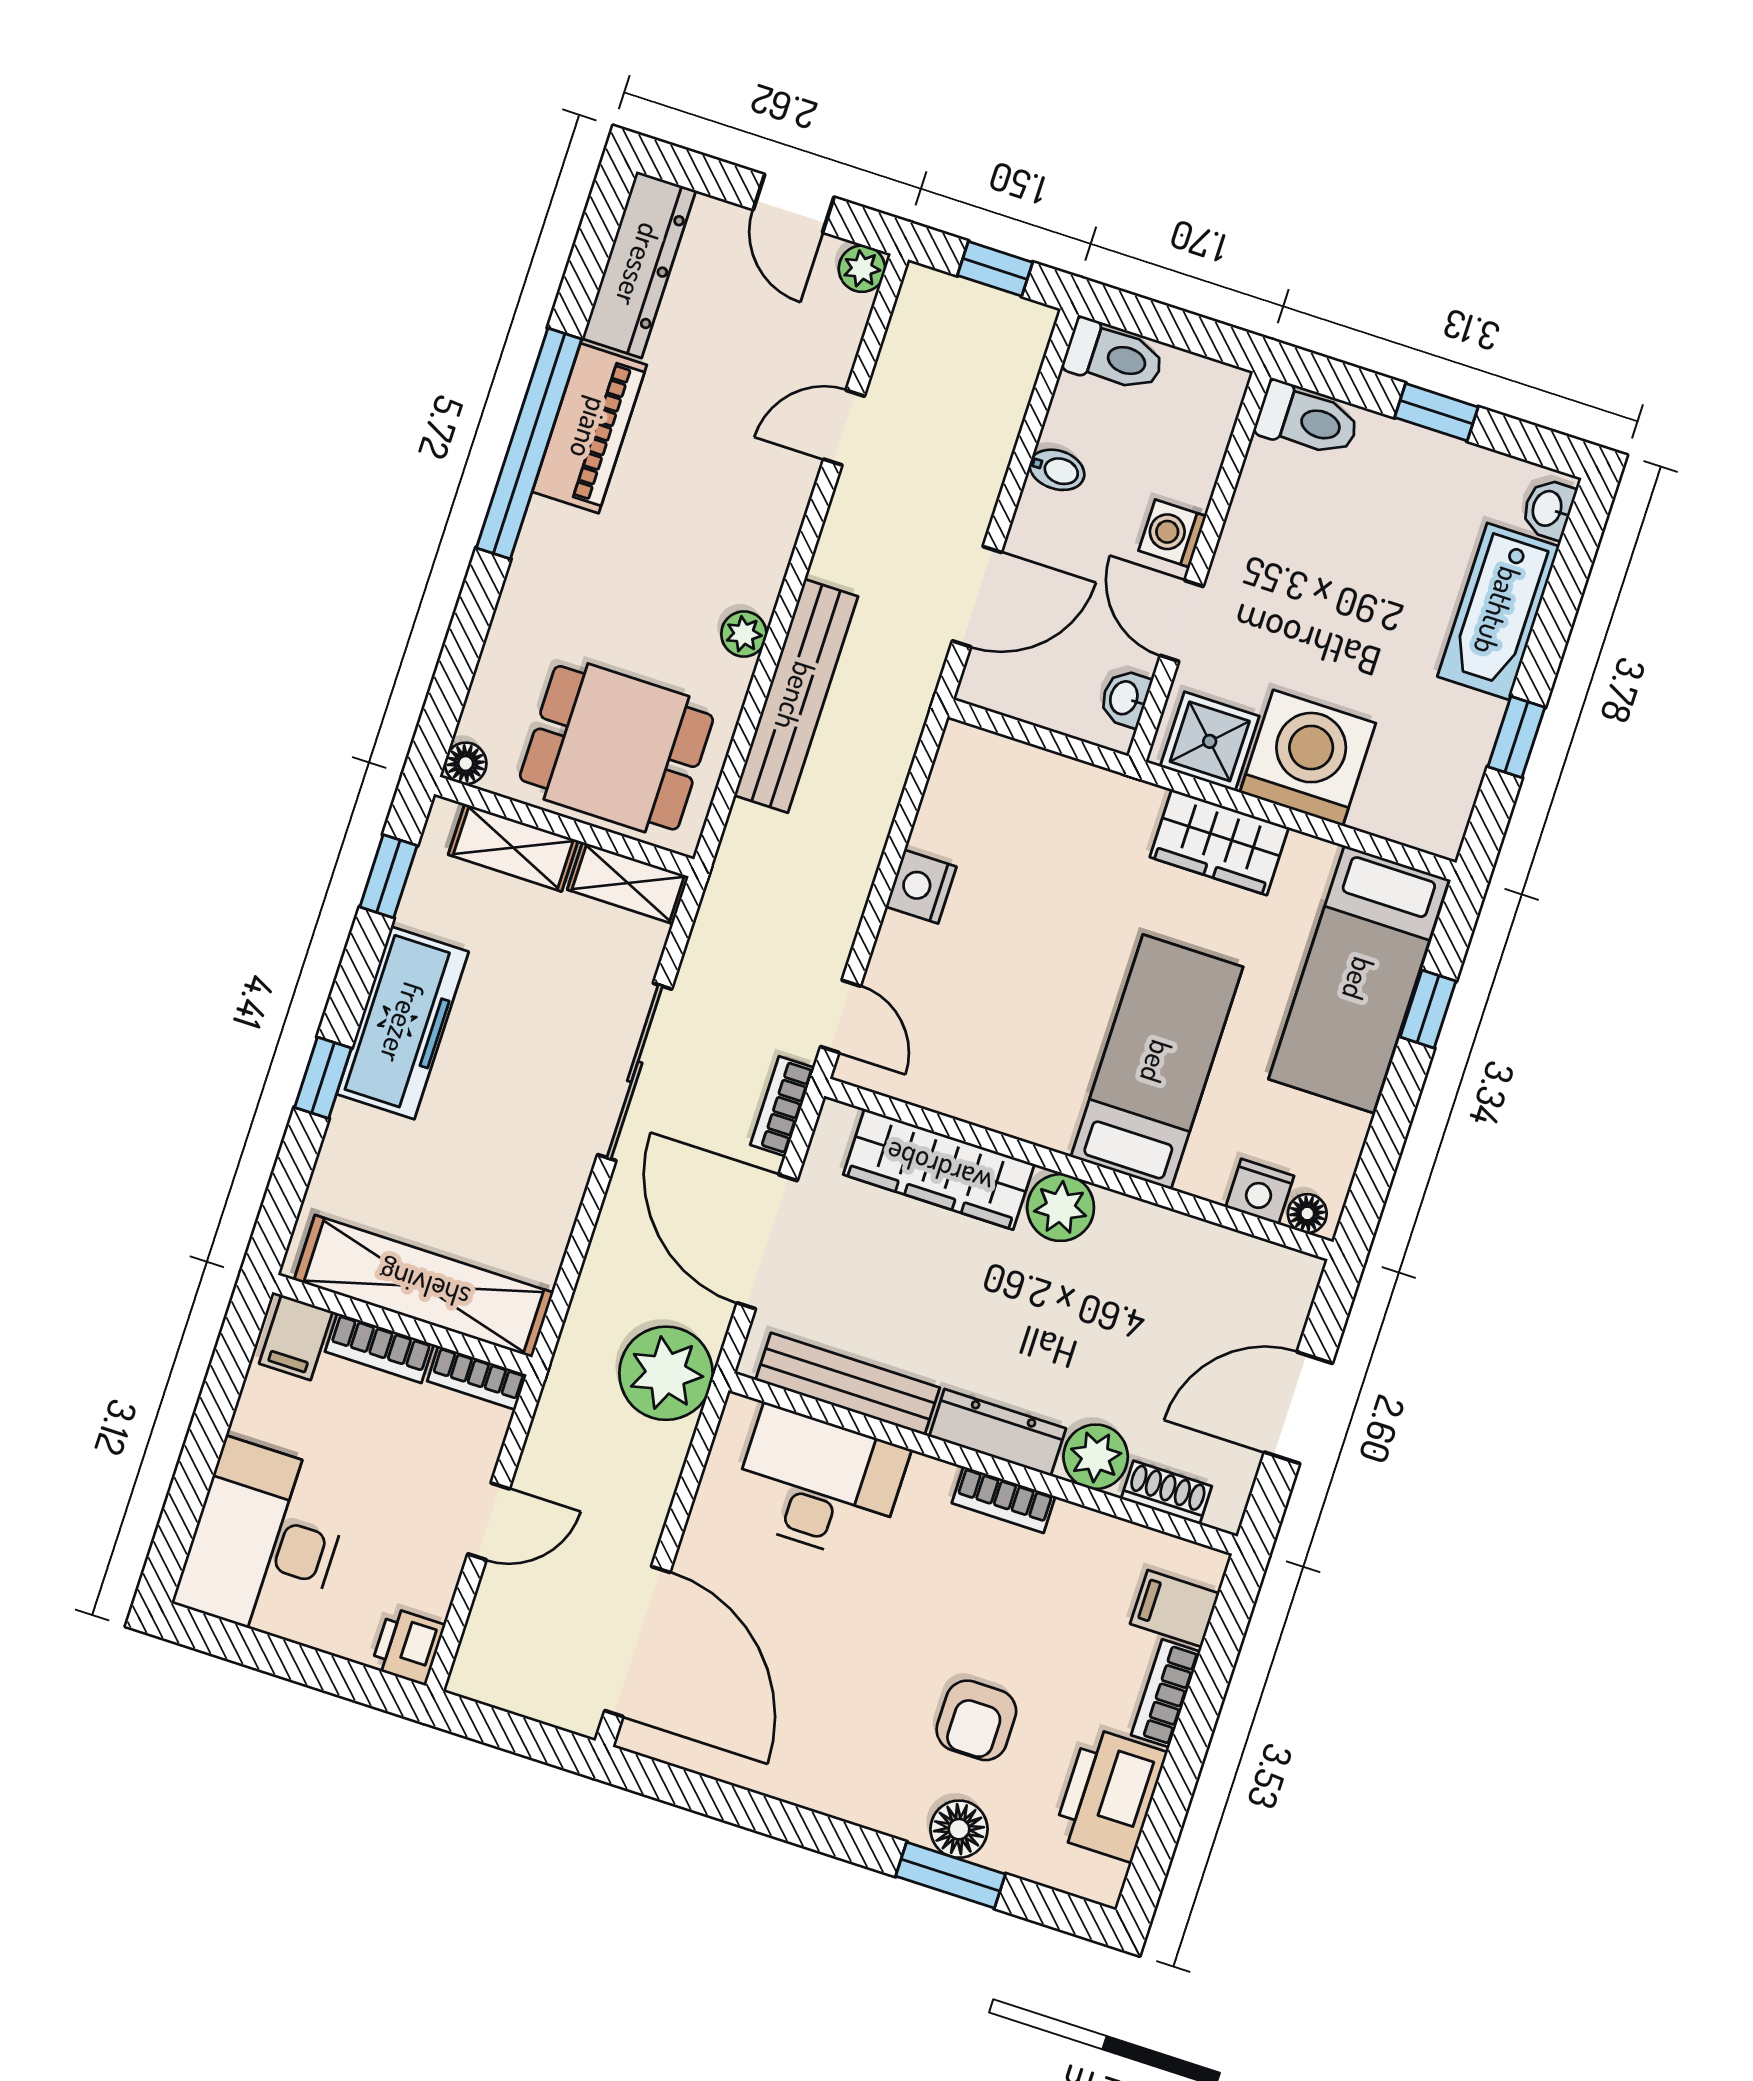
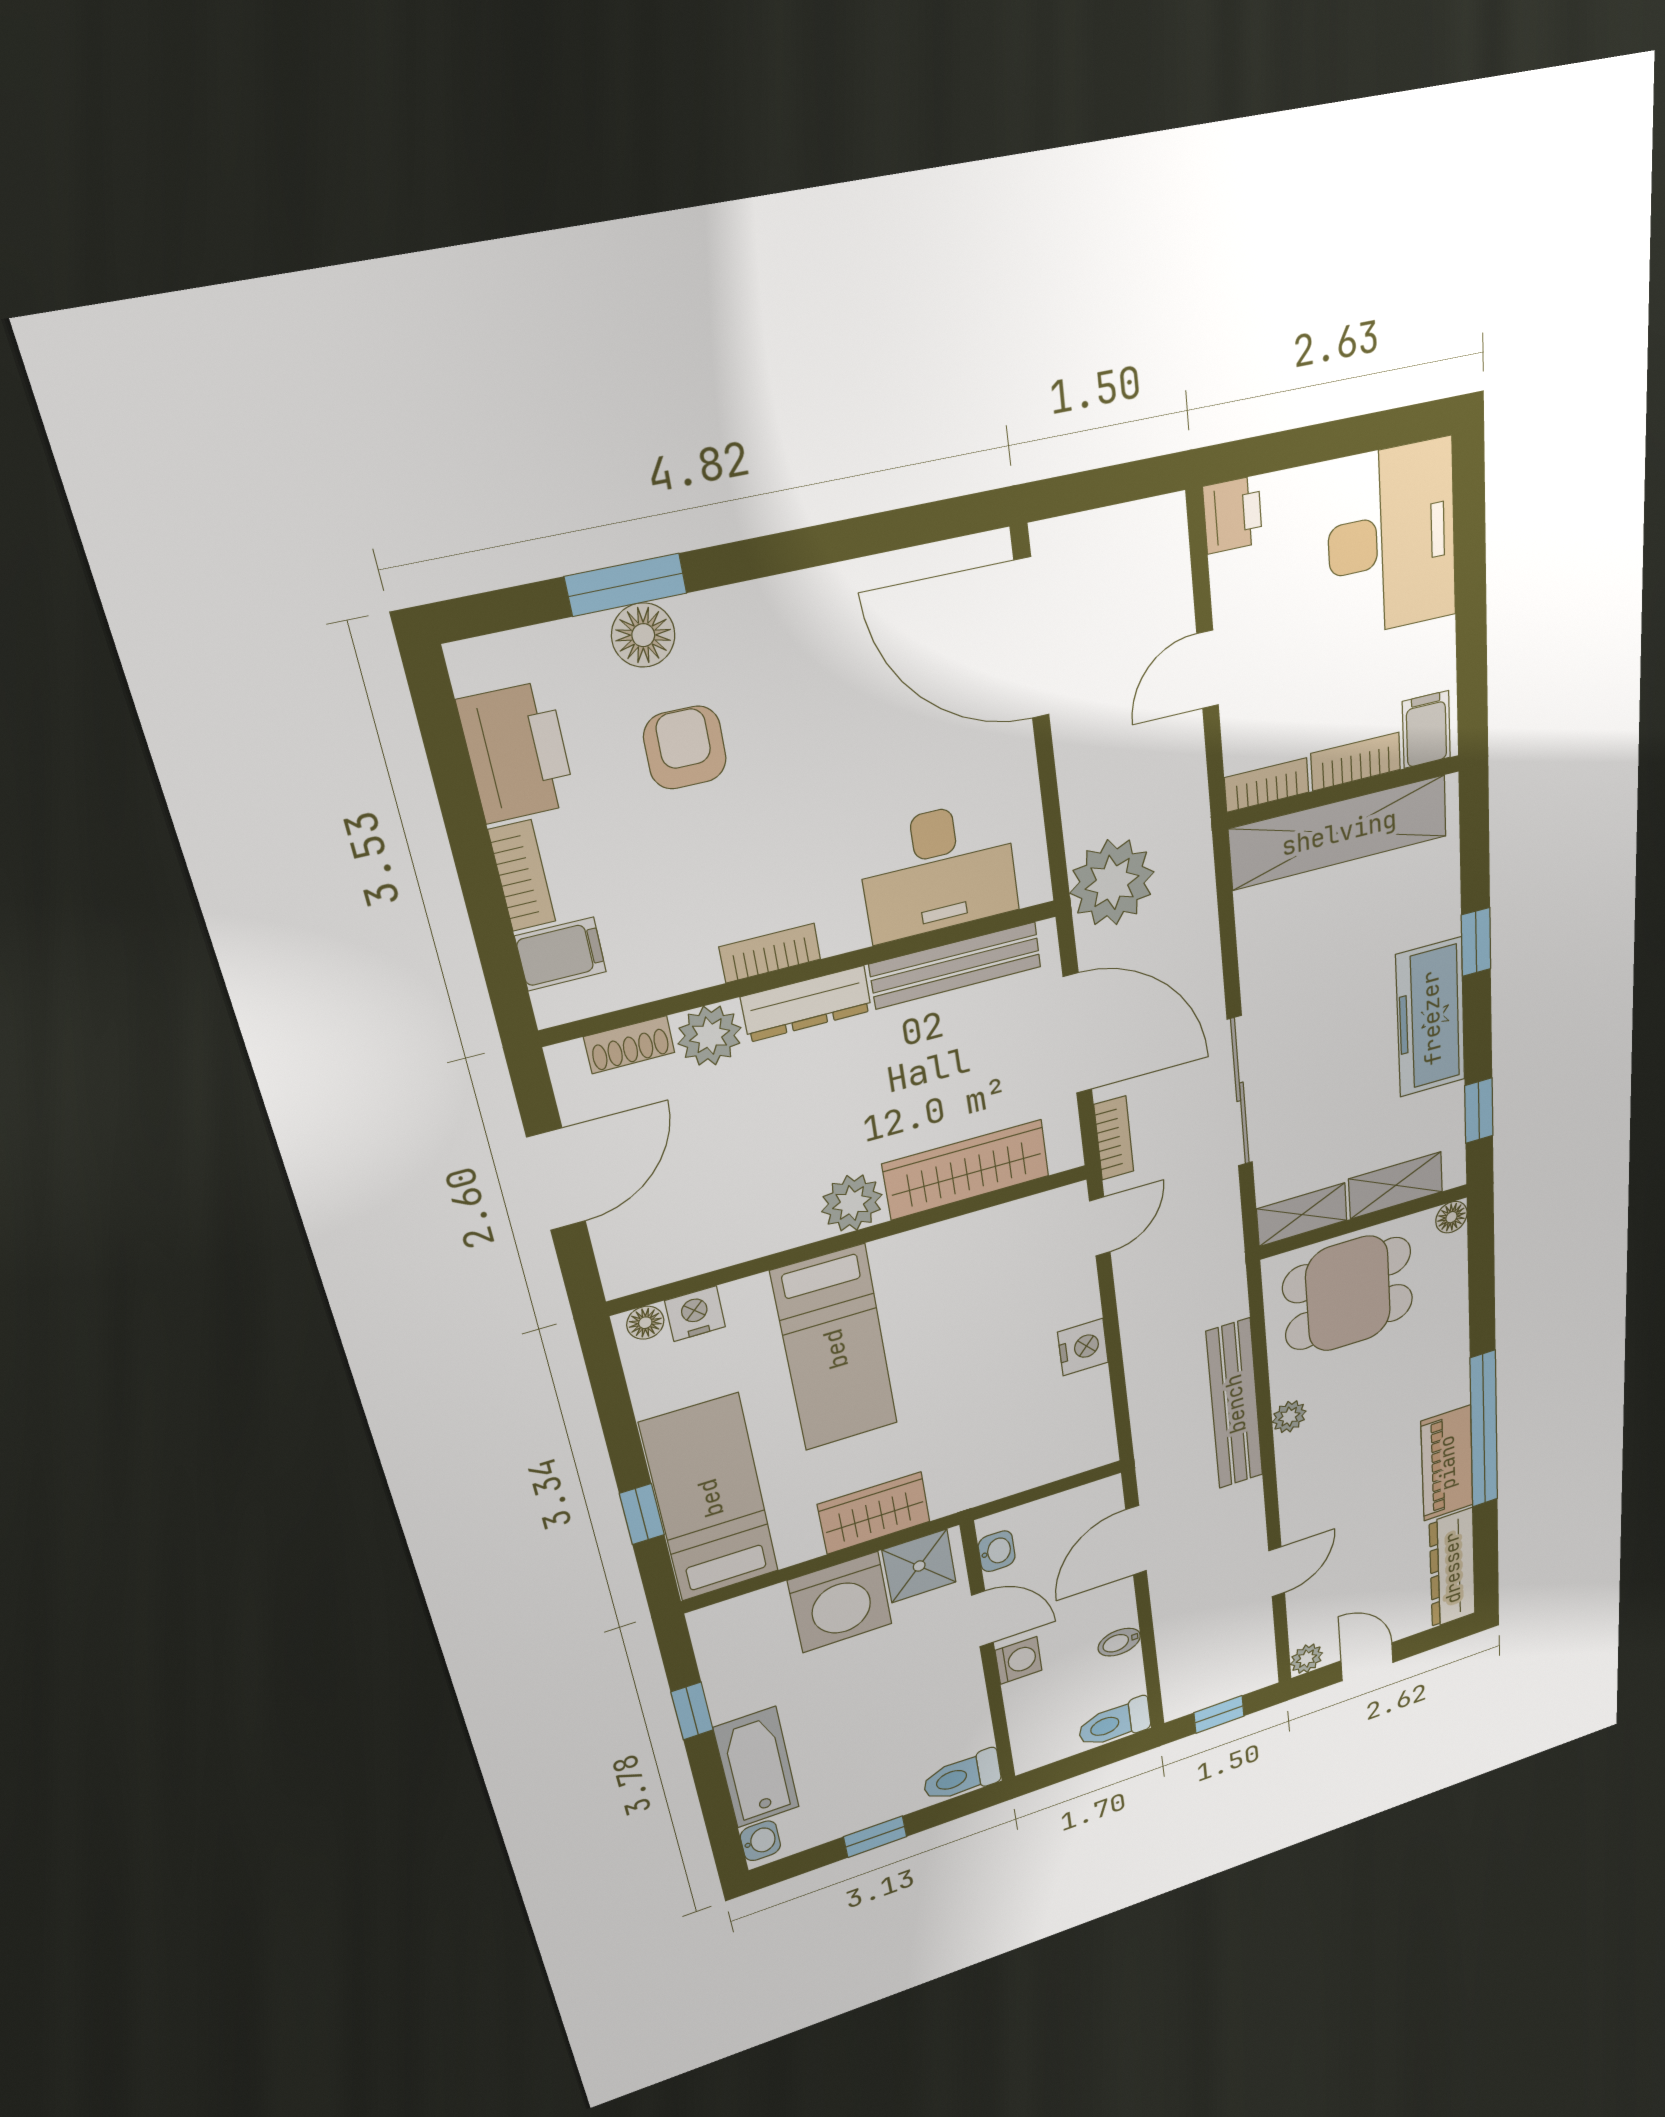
door: (840, 1016) -> (1100, 1227), swing flipped

